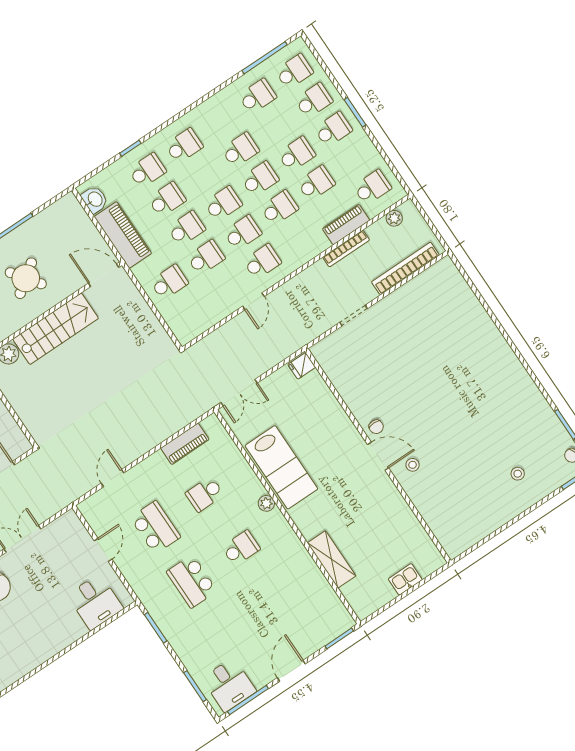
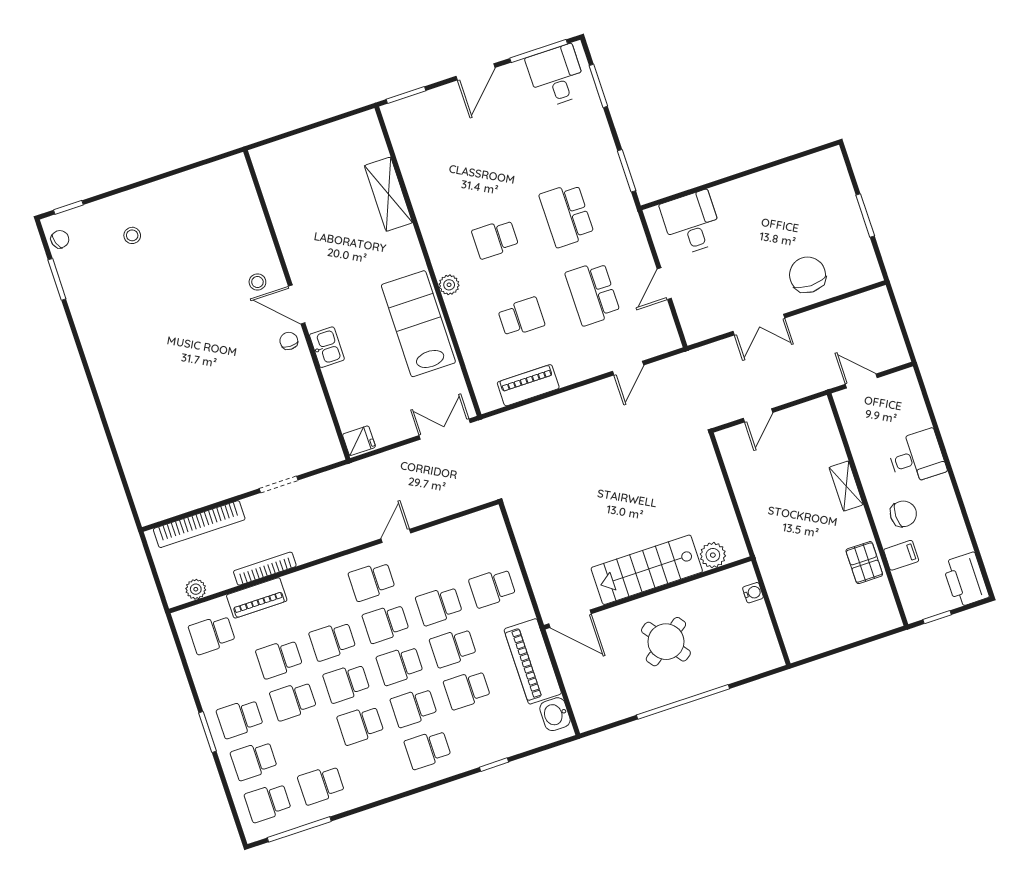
school desk: (147, 171) -> (414, 707), moved
kitchen sink: (405, 579) -> (327, 347), moved, turned -90
school desk: (192, 581) -> (567, 215), turned 180

